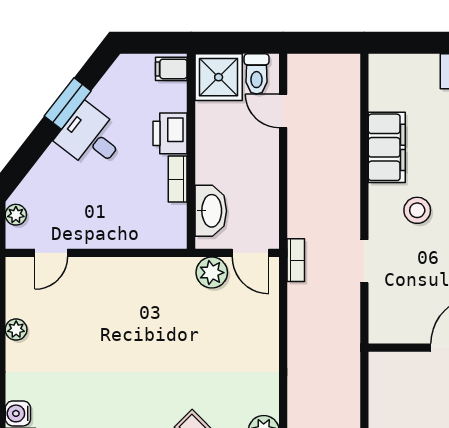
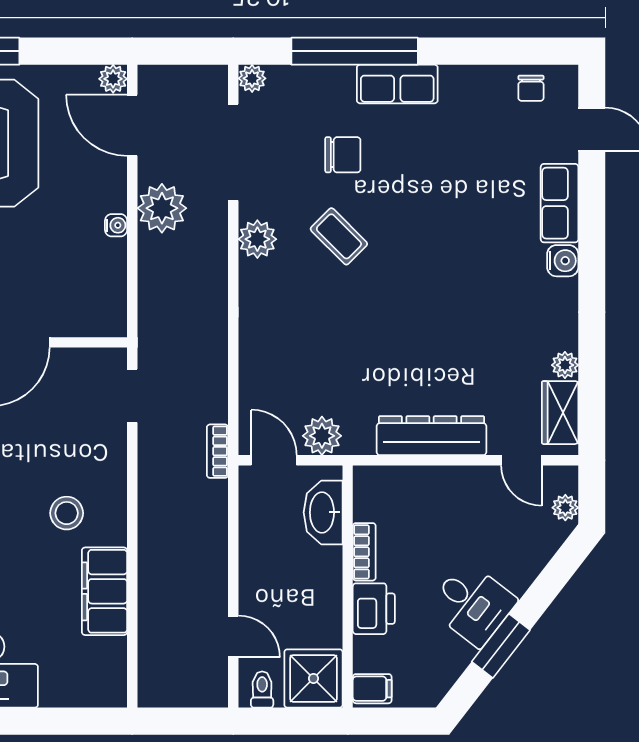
toilet: (257, 74) -> (262, 689), width x0.73, depth x0.72
door: (51, 253) -> (521, 460), swing flipped
doorway: (364, 261) -> (132, 396), moved
dresser: (124, 273) -> (432, 436), added
wardrobe: (20, 291) -> (560, 413), added

